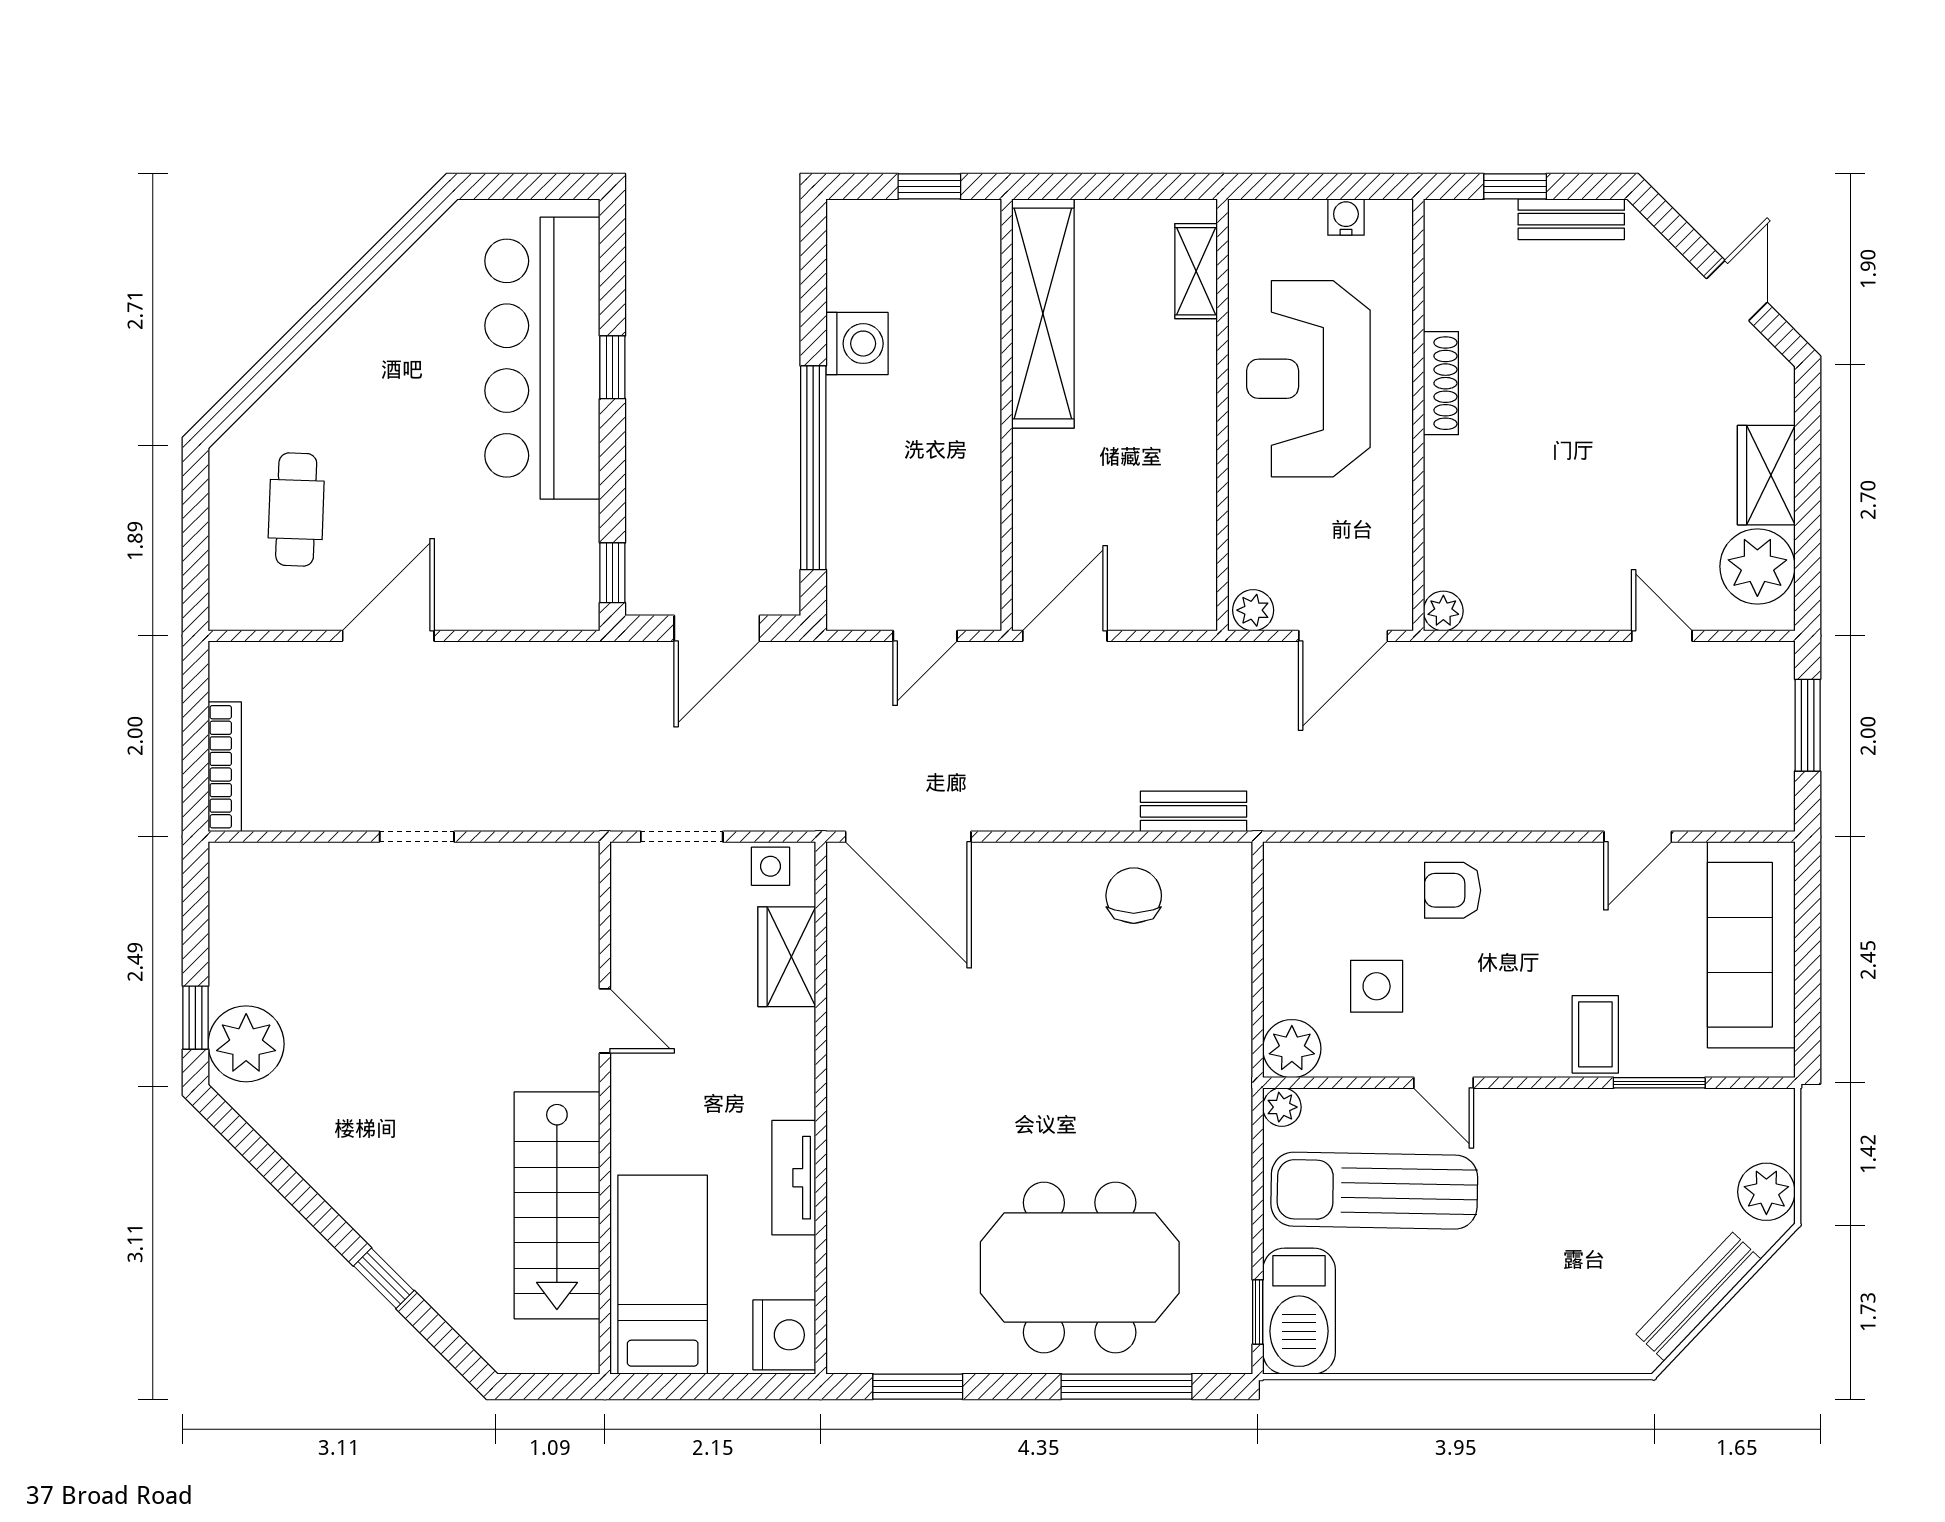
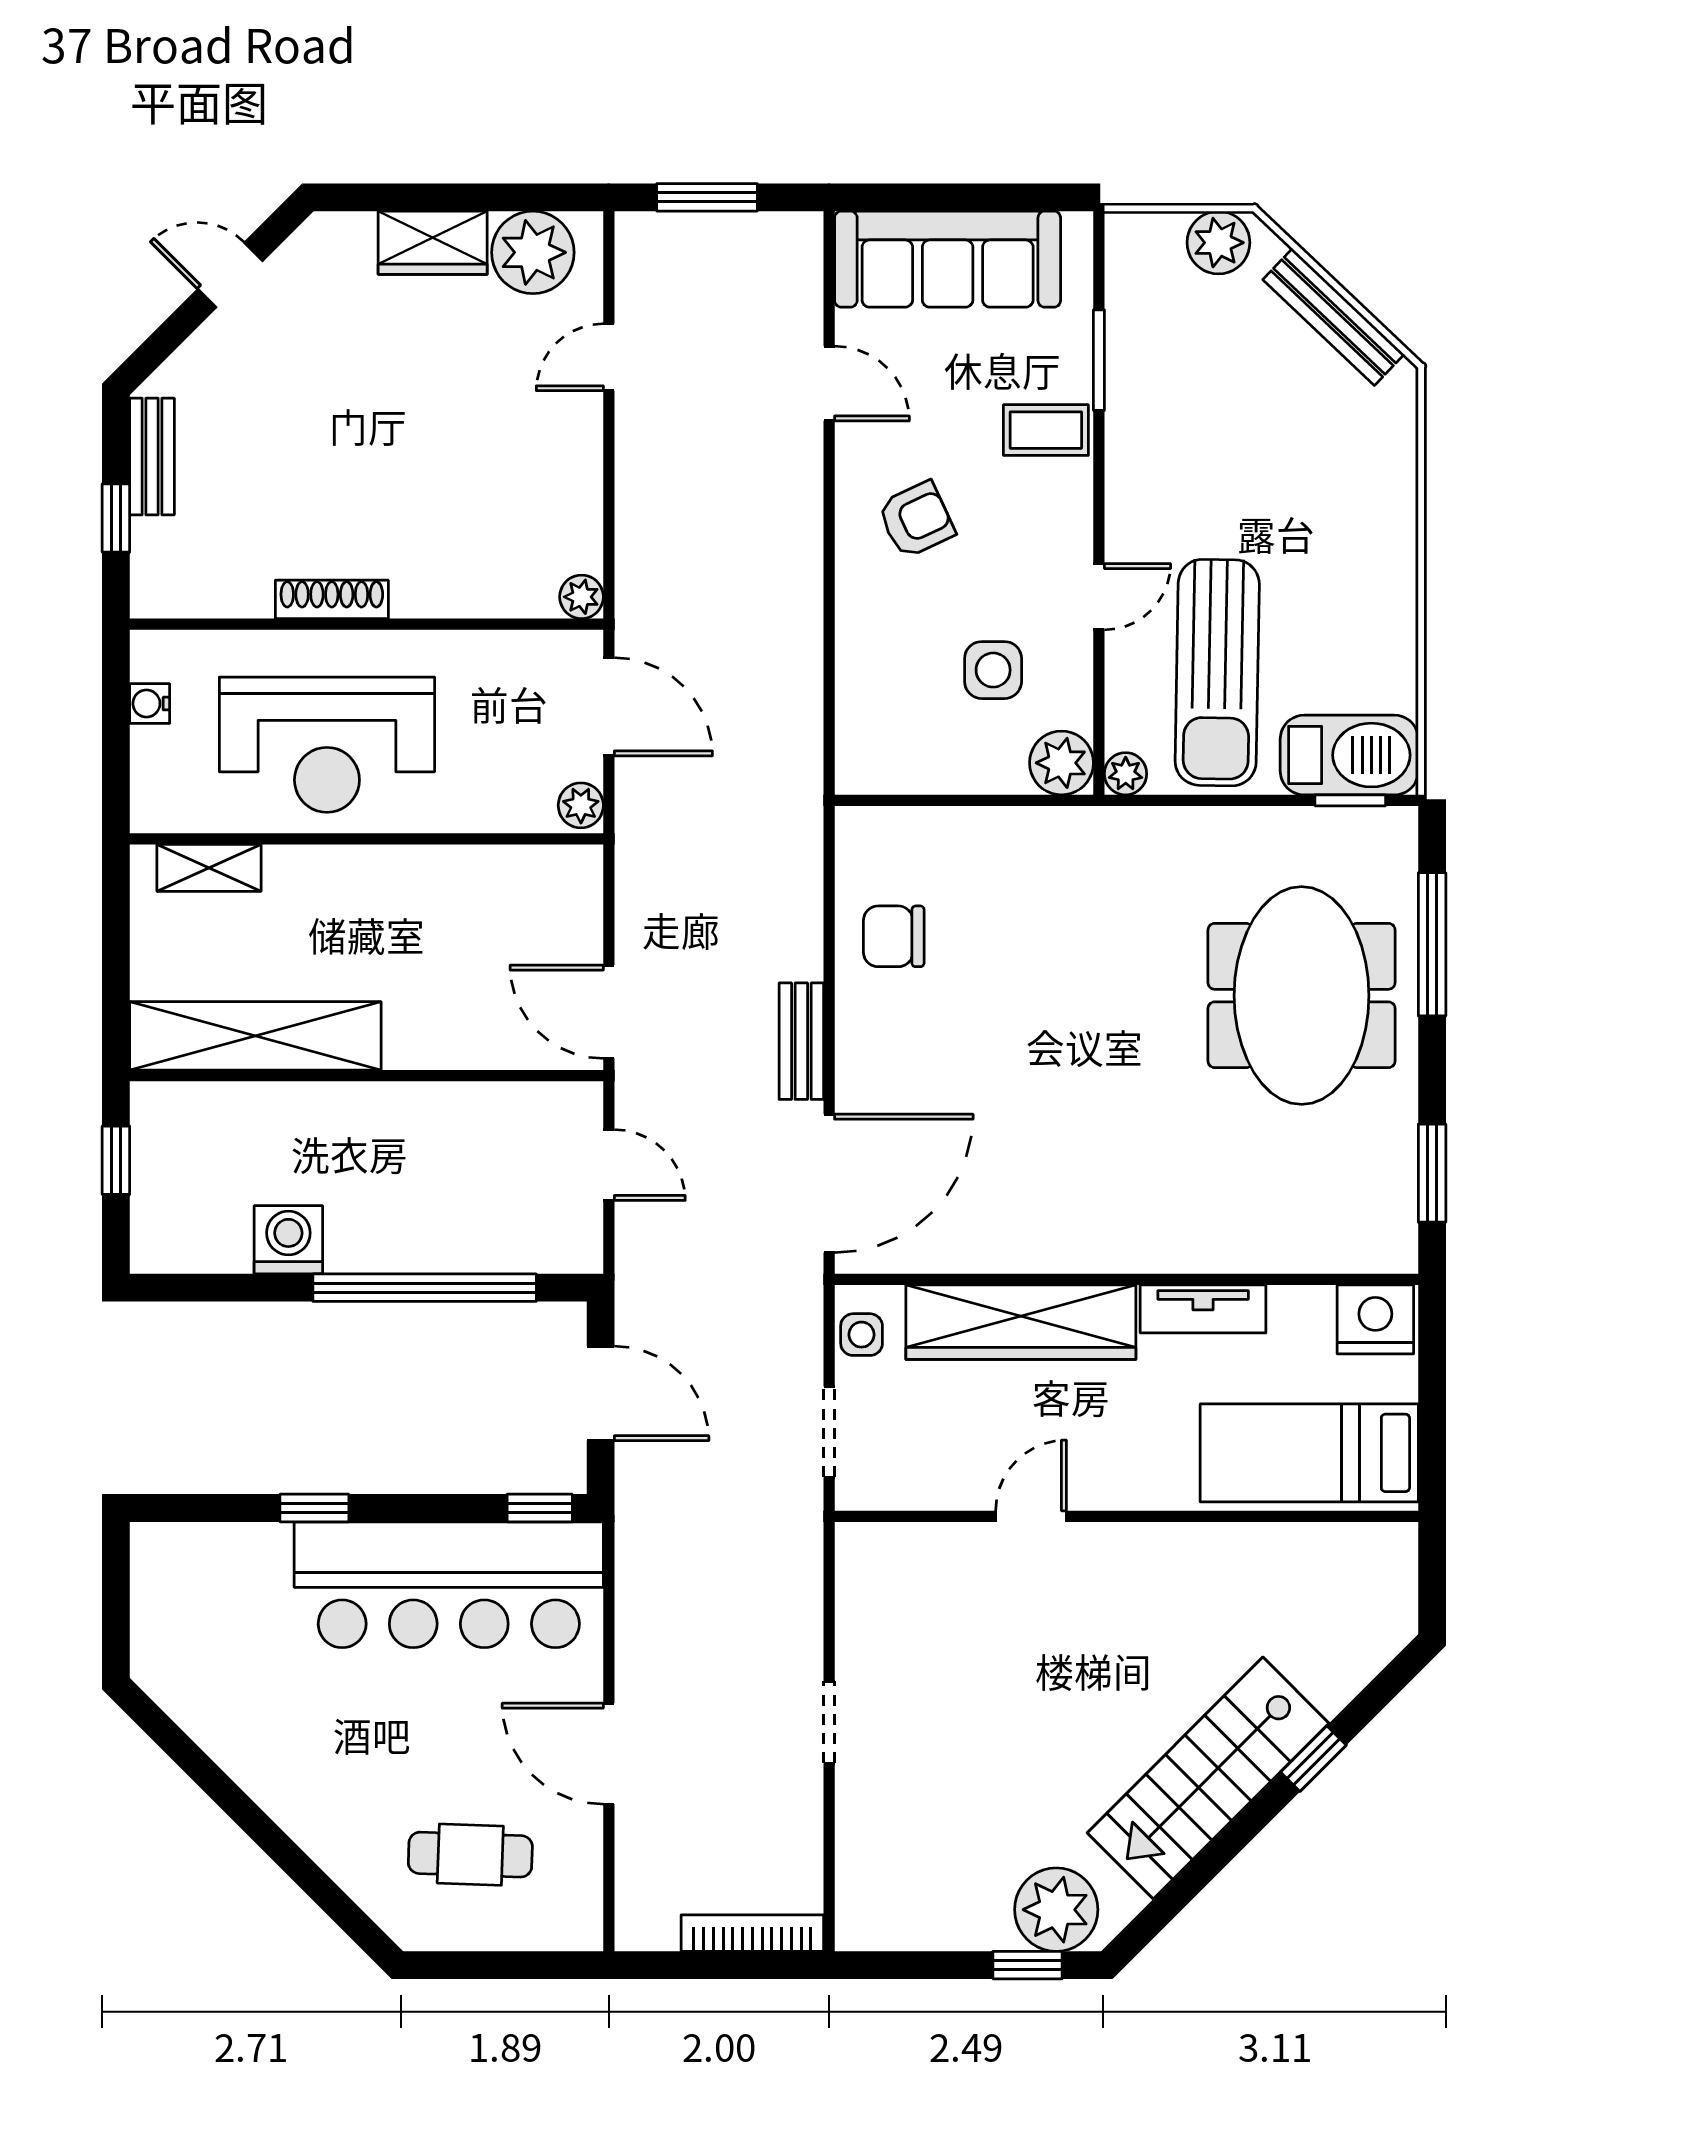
bar counter: (542, 358) -> (449, 1585), moved
bench: (1194, 811) -> (801, 1041), moved
armchair: (1453, 890) -> (916, 520), moved, turned -115
wardrobe: (787, 957) -> (1021, 1322), width x2.10, depth x1.17
stairs: (557, 1205) -> (1208, 1778), moved, turned 135

